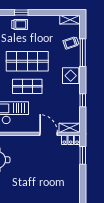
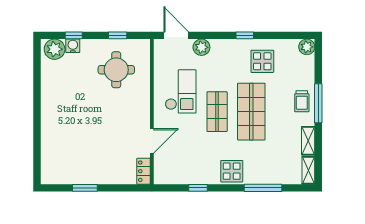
window: (21, 12) -> (318, 103), width x2.17
trolley: (71, 43) -> (277, 172), removed
shelving: (70, 128) -> (308, 141), moved
window: (83, 155) -> (85, 188), moved

